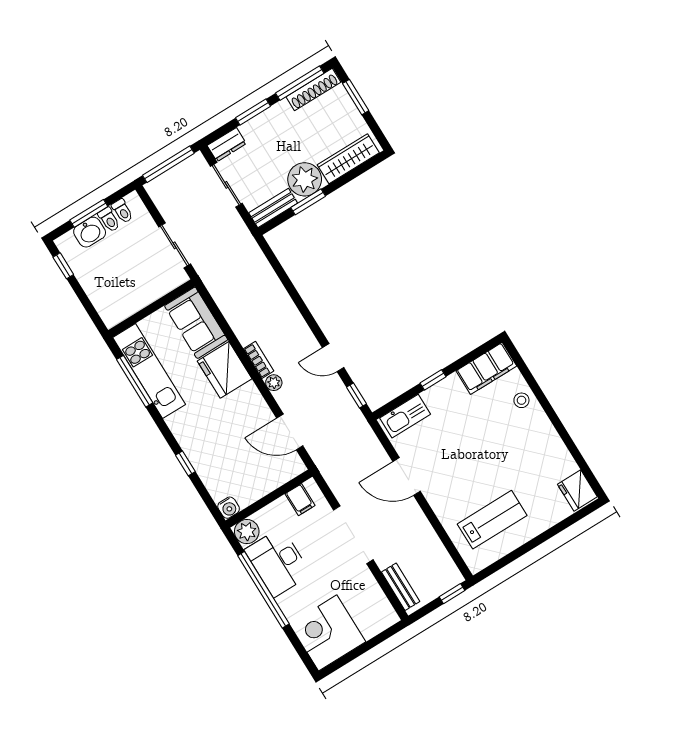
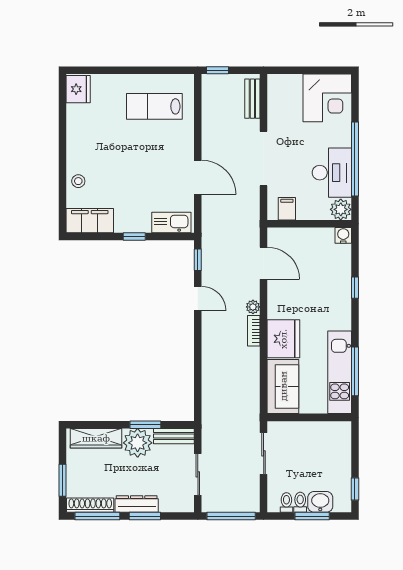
dresser: (227, 145) -> (137, 504), moved, width x1.44

